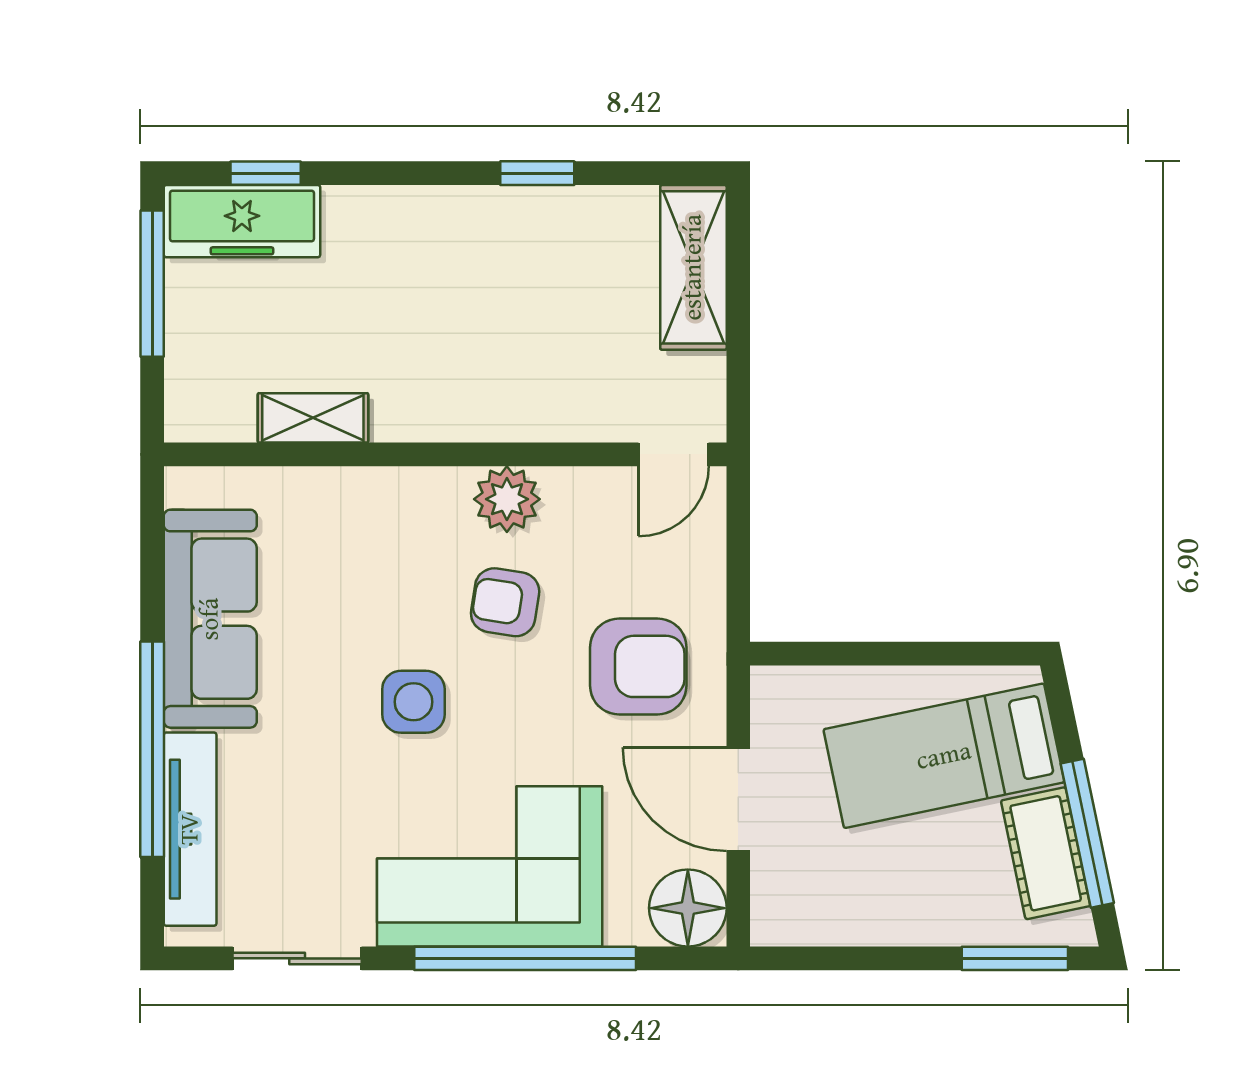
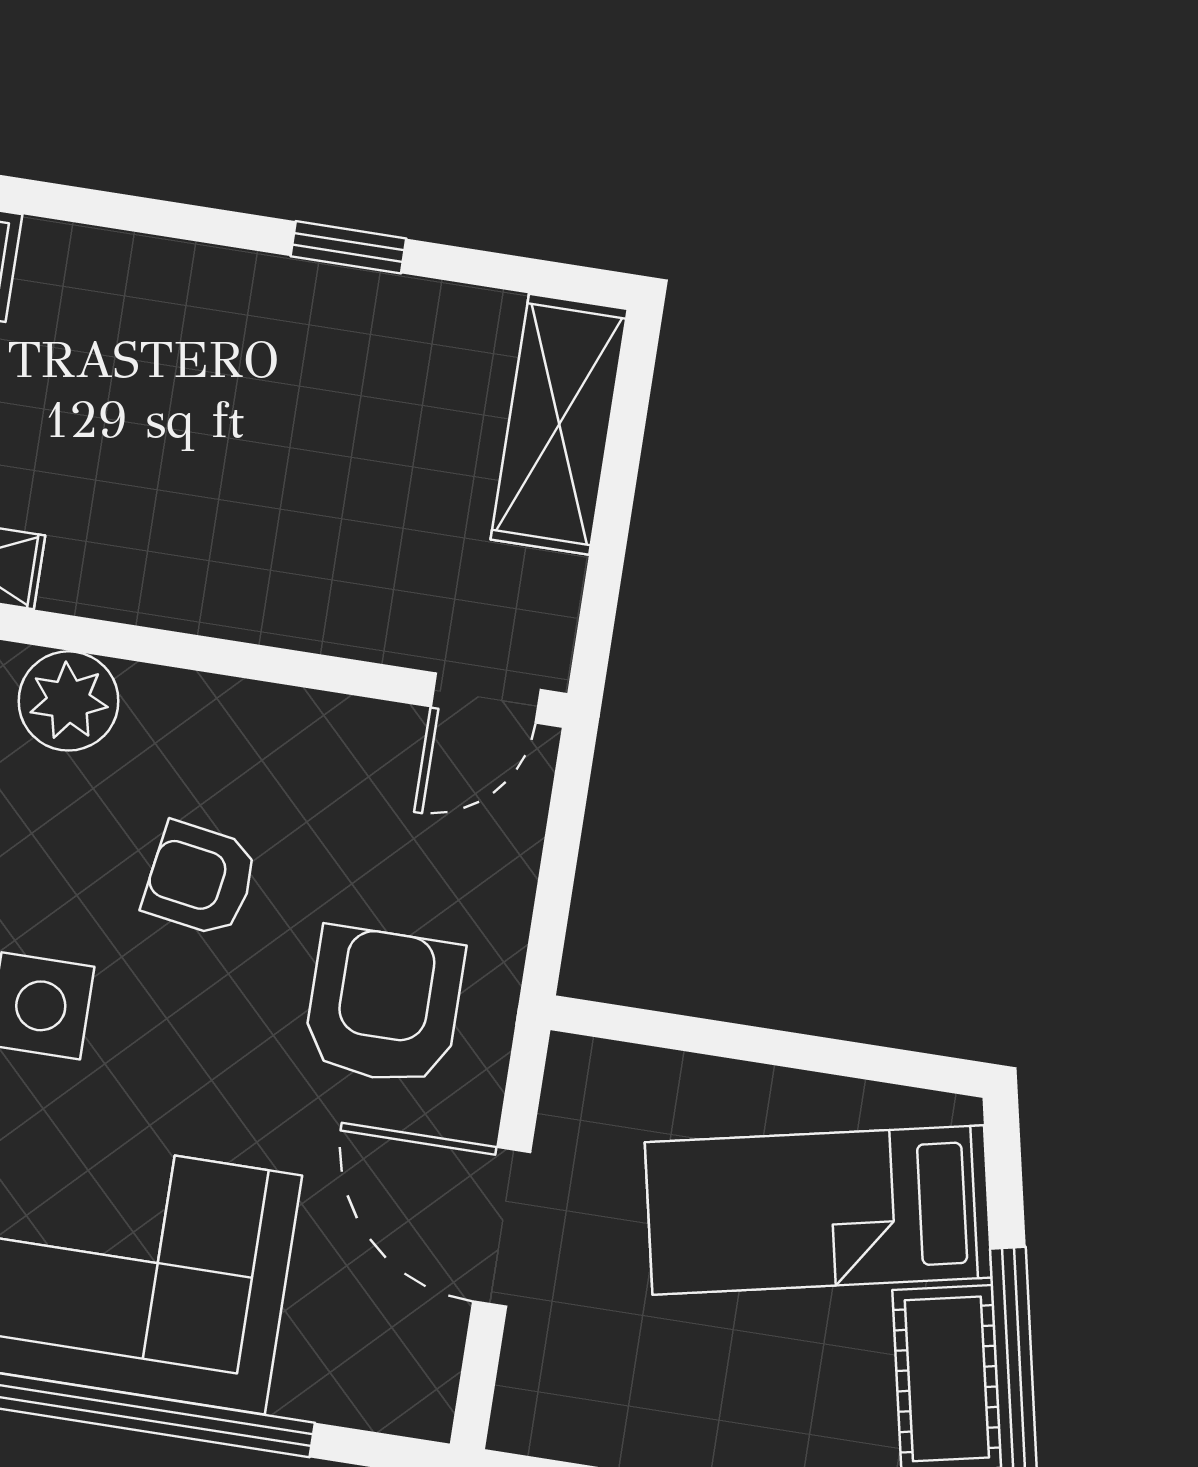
plant: (507, 499) -> (68, 701), moved
armchair: (638, 666) -> (384, 1006), turned -90
floor lamp: (688, 908) -> (401, 1377), removed

